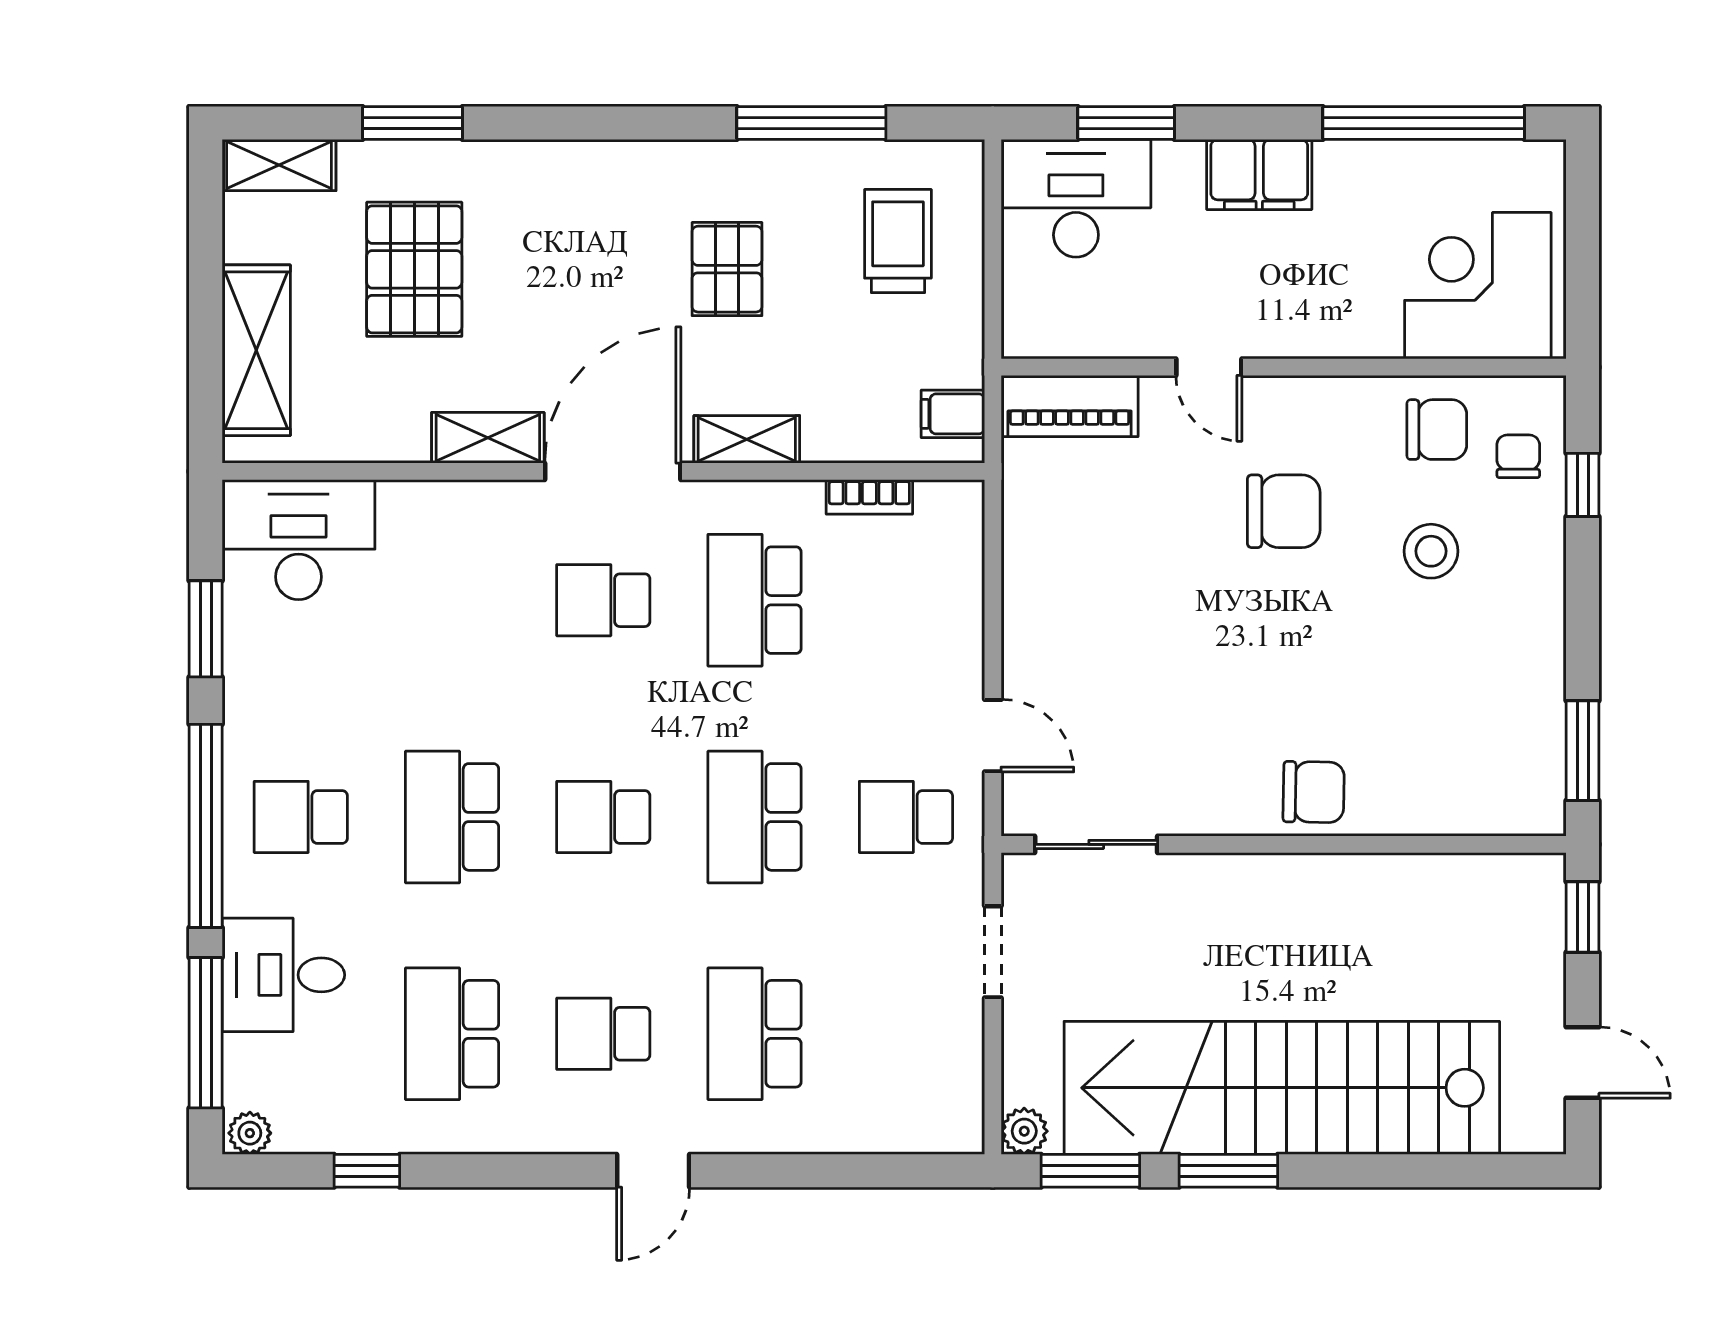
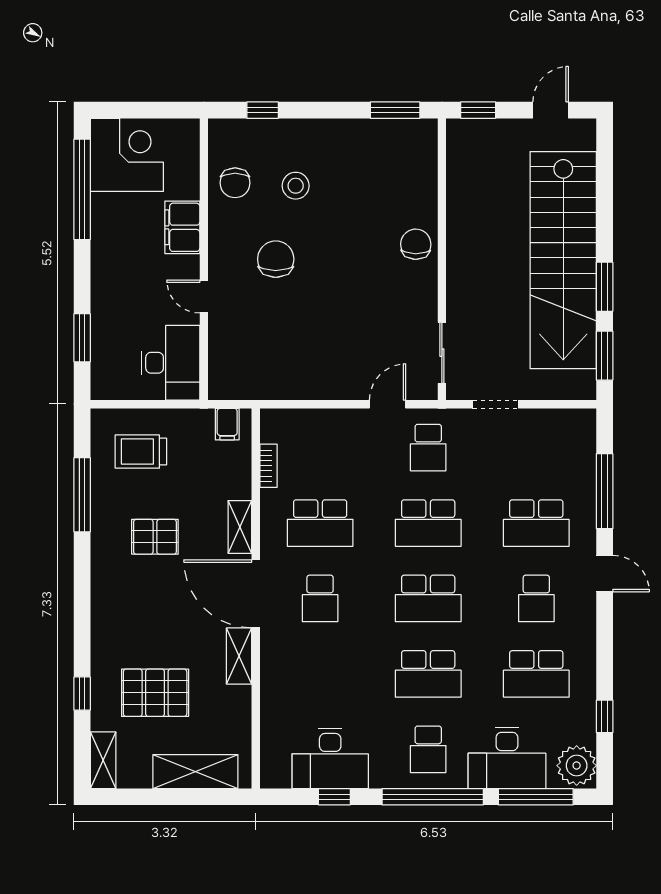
window: (413, 123) -> (82, 694), width x0.67
filing cabinet: (1259, 175) -> (182, 227), moved, turned 180
desk: (1076, 198) -> (170, 363), moved, turned 180
corner desk: (1478, 286) -> (127, 155), moved, turned 180
door: (1209, 367) -> (204, 296), swing flipped
piano: (1070, 406) -> (223, 366), removed
chair: (1437, 430) -> (235, 183), turned 180
chair: (1518, 456) -> (248, 142), removed
desk: (298, 540) -> (330, 759), moved, turned -90
window: (206, 629) -> (334, 797), width x0.67
school desk: (603, 817) -> (428, 598), width x1.85
desk: (283, 975) -> (507, 758), width x1.37
plant: (1024, 1131) -> (585, 389), removed
plant: (250, 1133) -> (577, 766), width x1.87, depth x1.87
window: (819, 1171) -> (605, 491), added

